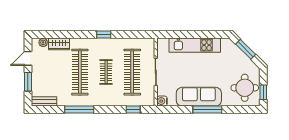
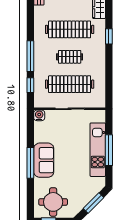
window: (104, 34) -> (109, 36), moved
window: (195, 34) -> (109, 150), added
sofa: (199, 97) -> (44, 160), width x0.73
window: (79, 110) -> (30, 56), moved

